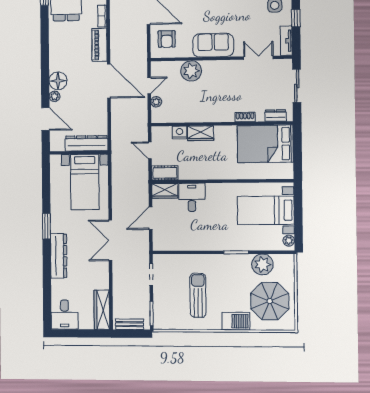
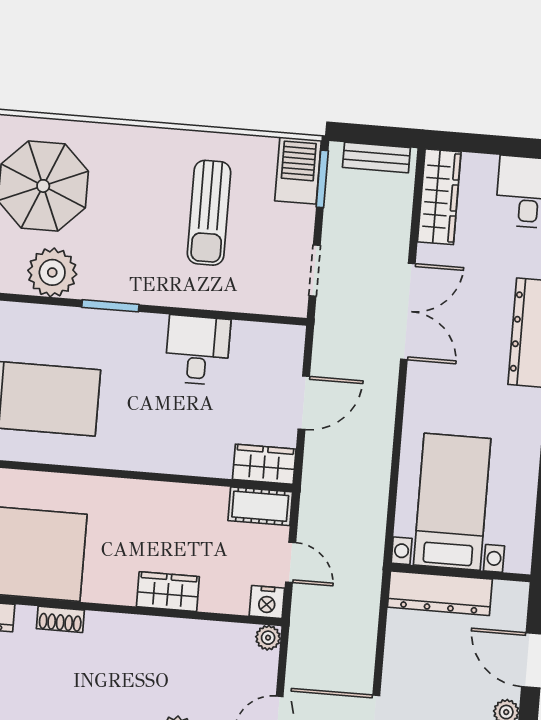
plant: (156, 102) -> (268, 638), moved
nightstand: (180, 133) -> (267, 602), moved
desk: (192, 197) -> (198, 350), moved, turned 180
double door: (110, 240) -> (408, 311), moved
barbecue: (236, 321) -> (298, 171), moved, turned 90

